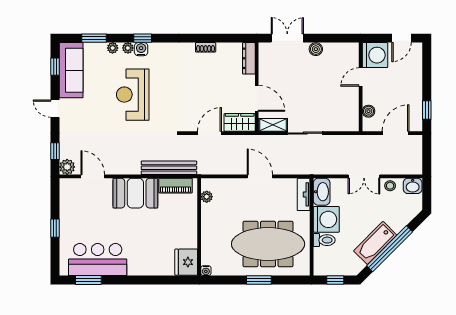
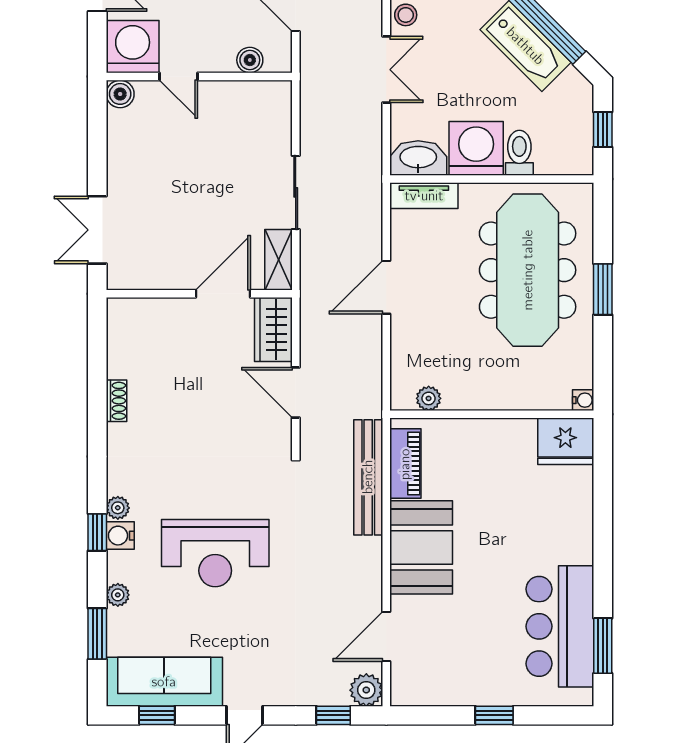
plant: (128, 48) -> (118, 508), moved
boiler: (316, 49) -> (120, 94), moved
dresser: (249, 58) -> (139, 310), removed

